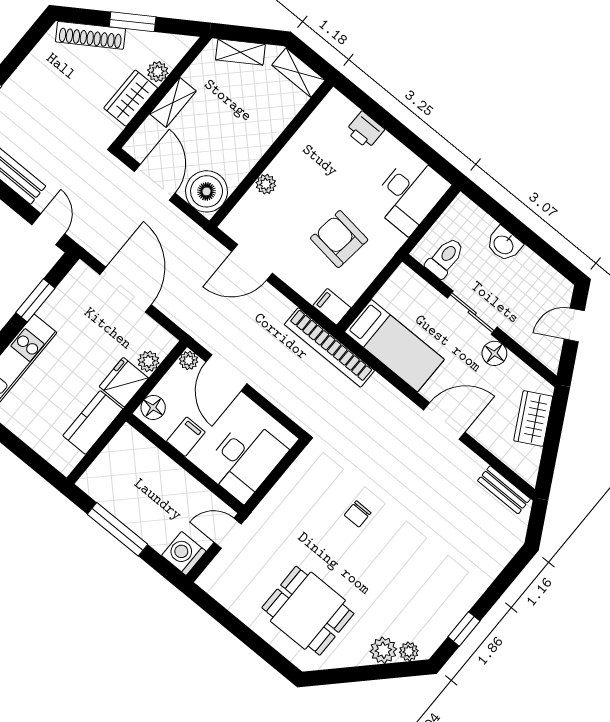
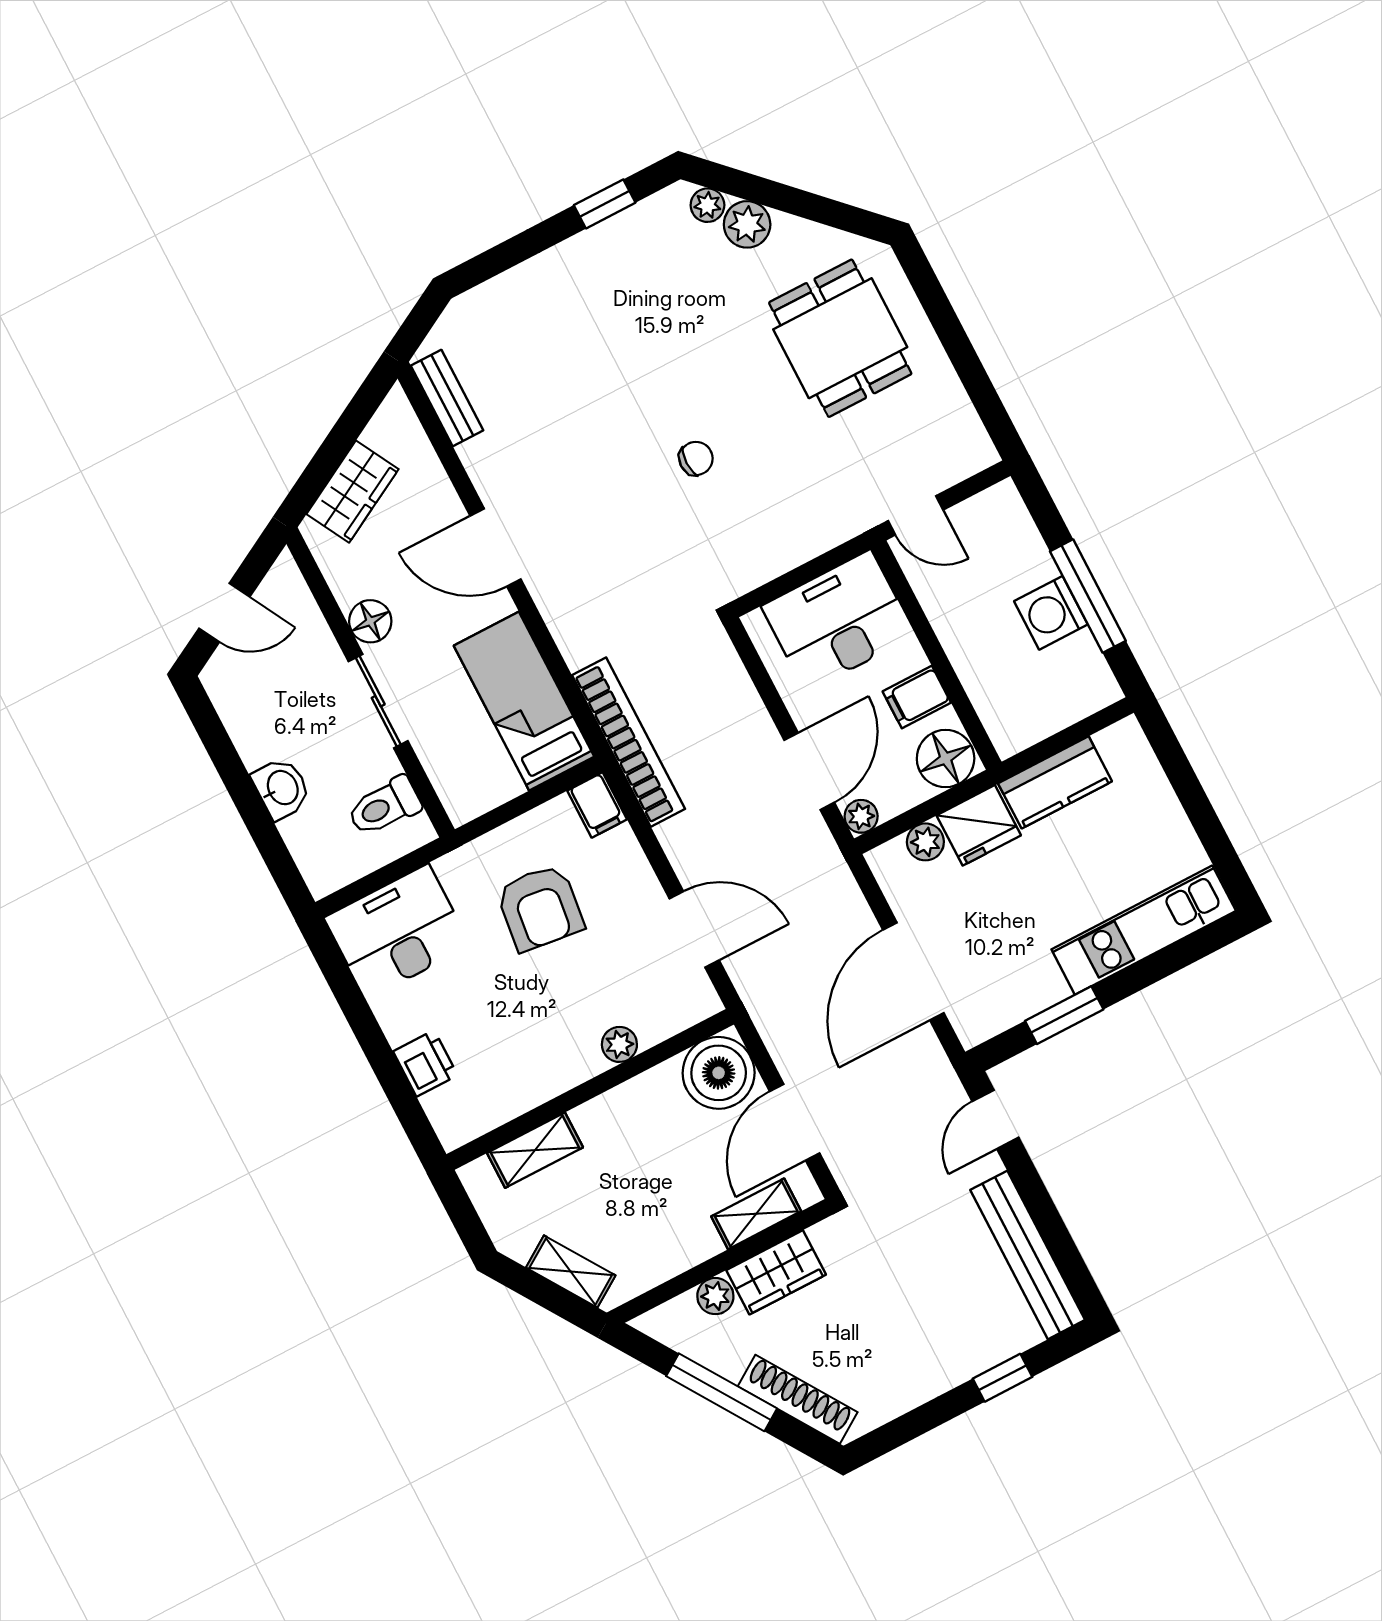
window: (133, 22) -> (722, 1392), width x1.44
shelving: (298, 73) -> (535, 1150), moved, turned 90
shelving: (173, 102) -> (756, 1214), moved
floor lamp: (153, 408) -> (946, 759), width x1.38, depth x1.38
washing machine: (184, 553) -> (1051, 613), moved, turned 90

